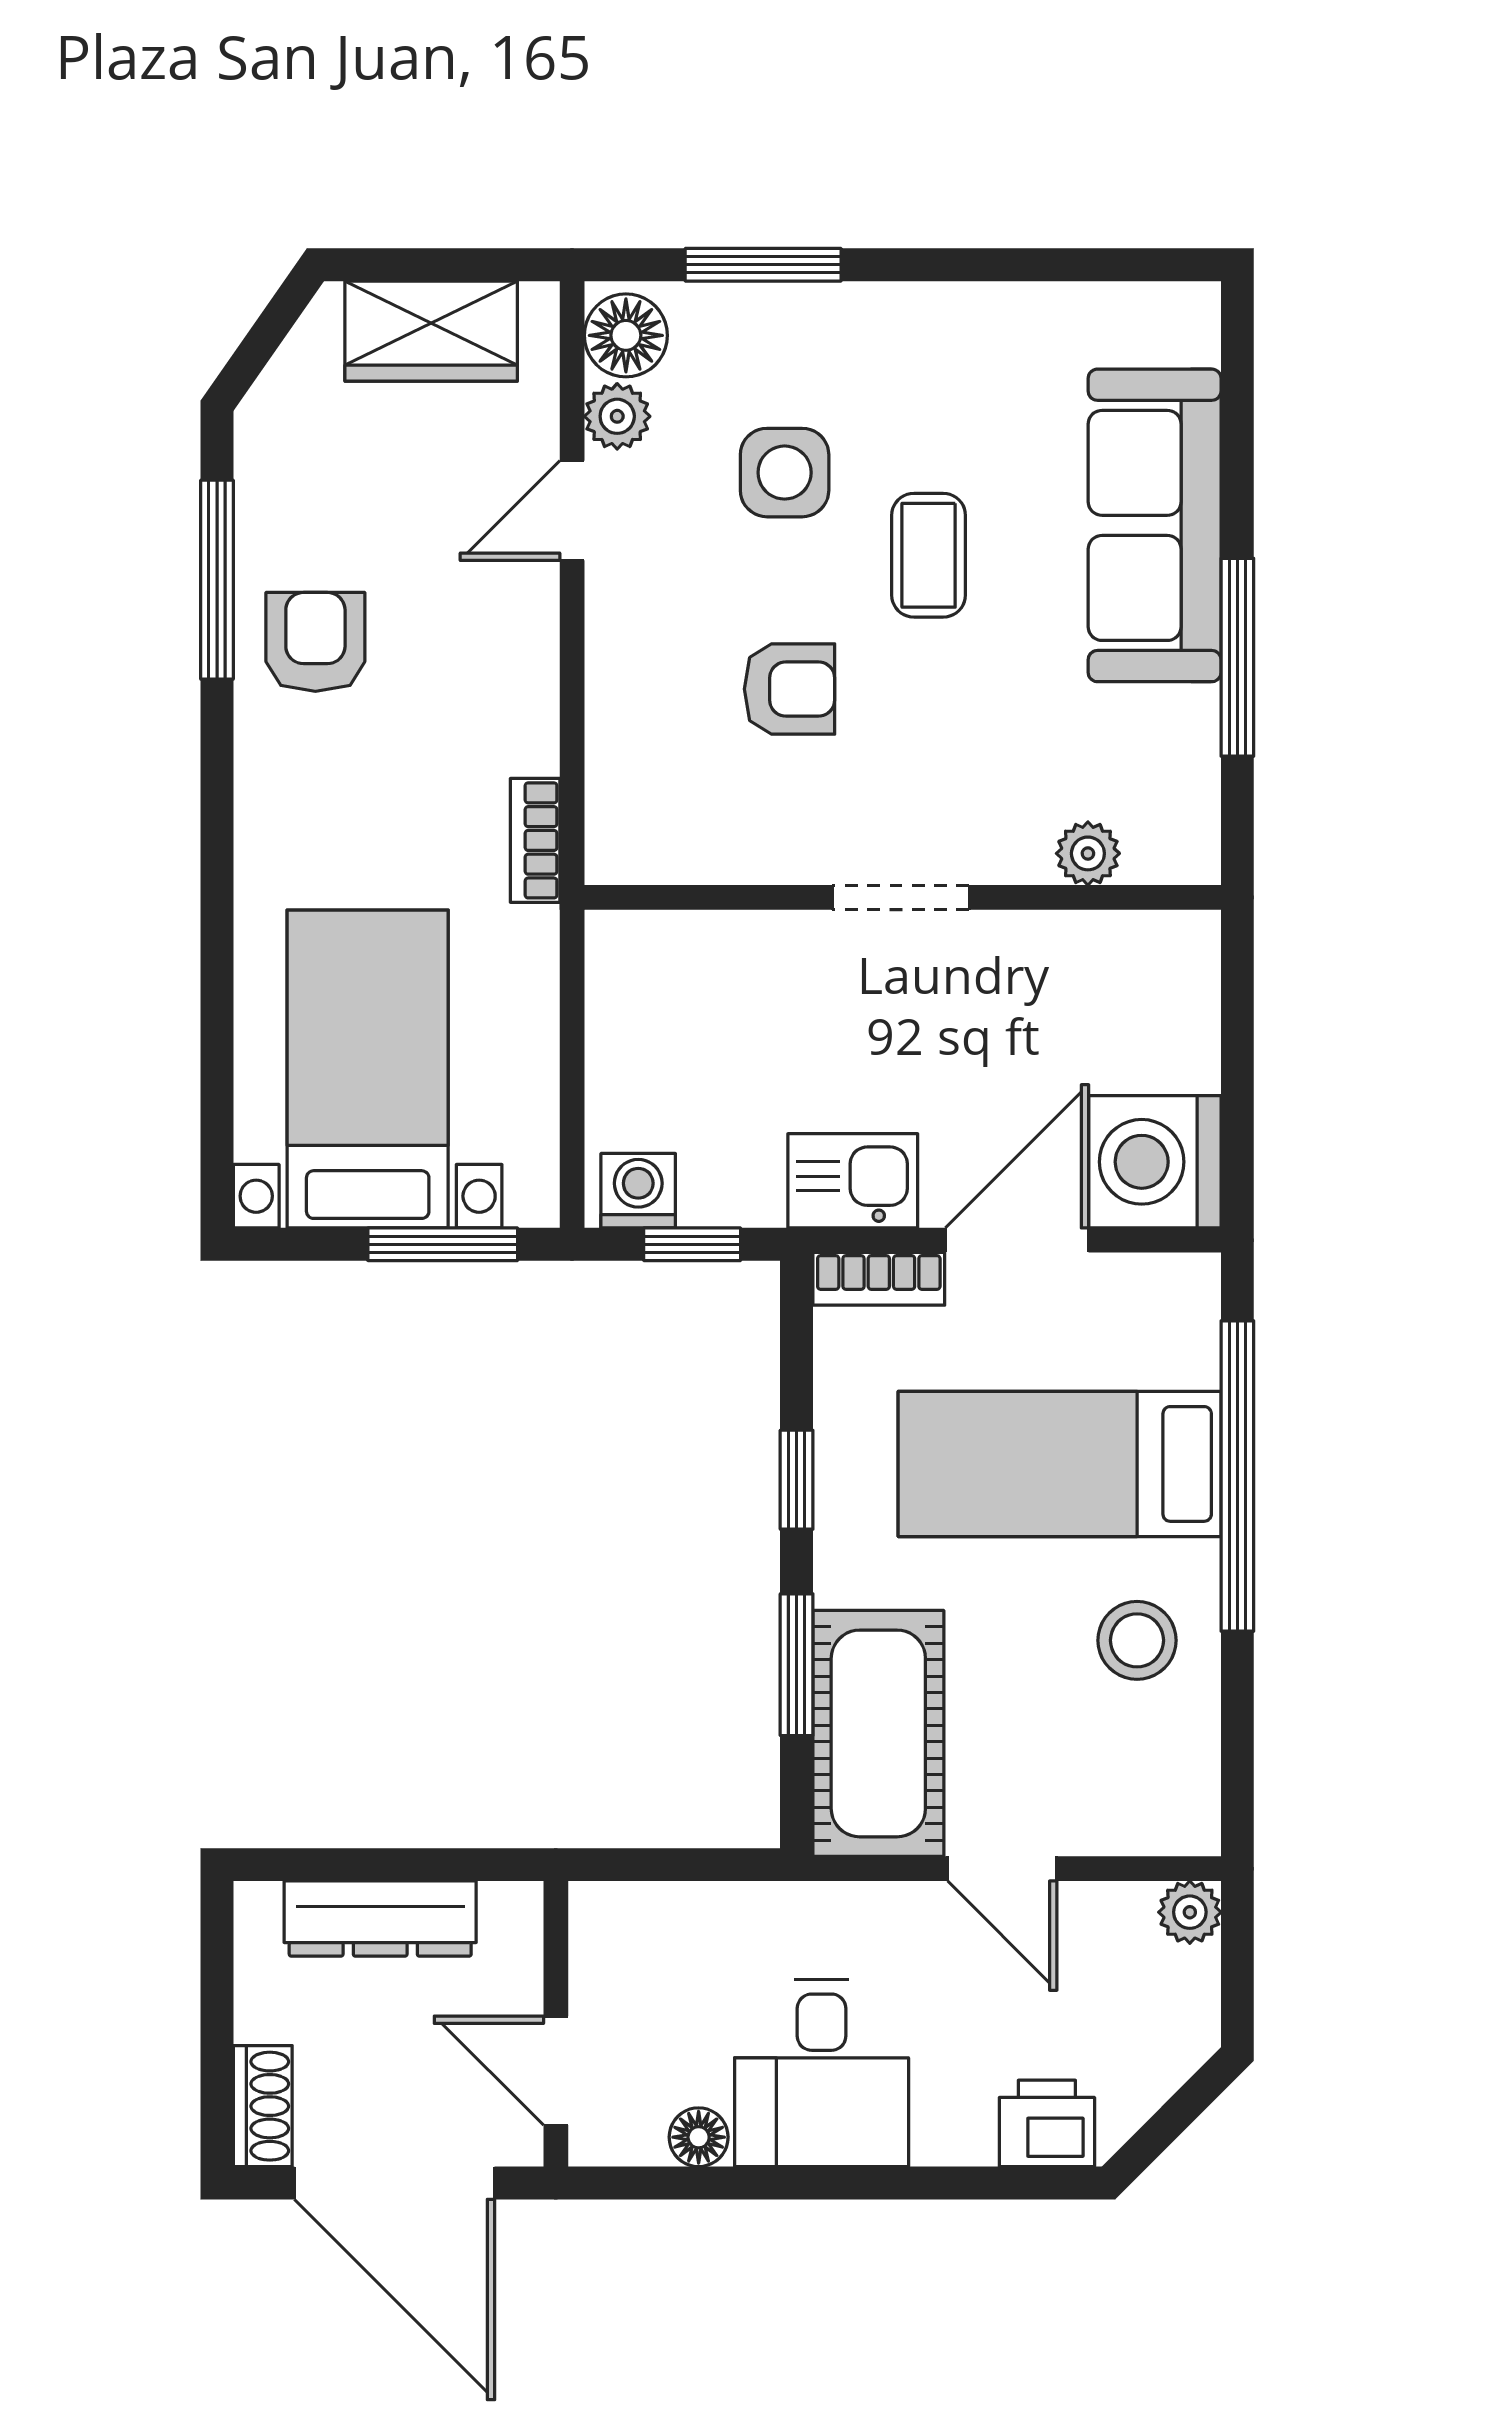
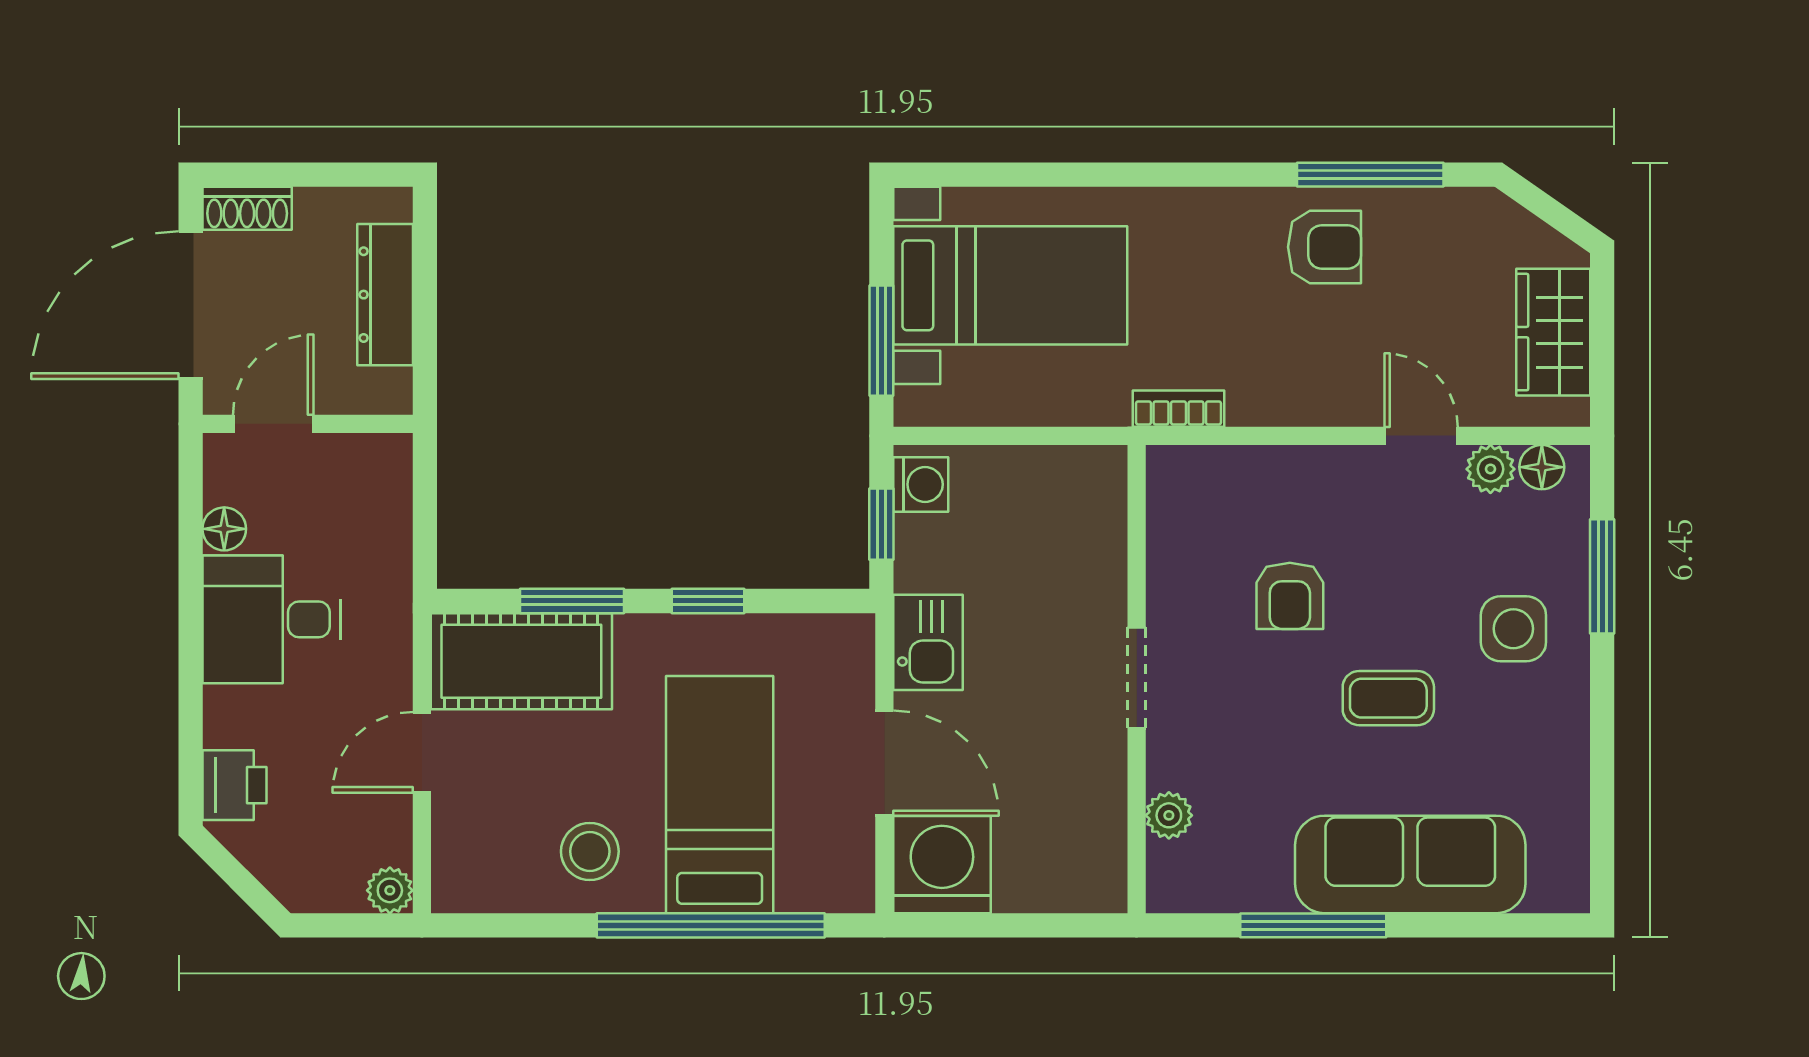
floor lamp: (626, 335) -> (1542, 467), width x0.73, depth x0.73
side table: (785, 473) -> (1513, 629), moved
bookcase: (879, 1279) -> (856, 661), removed

